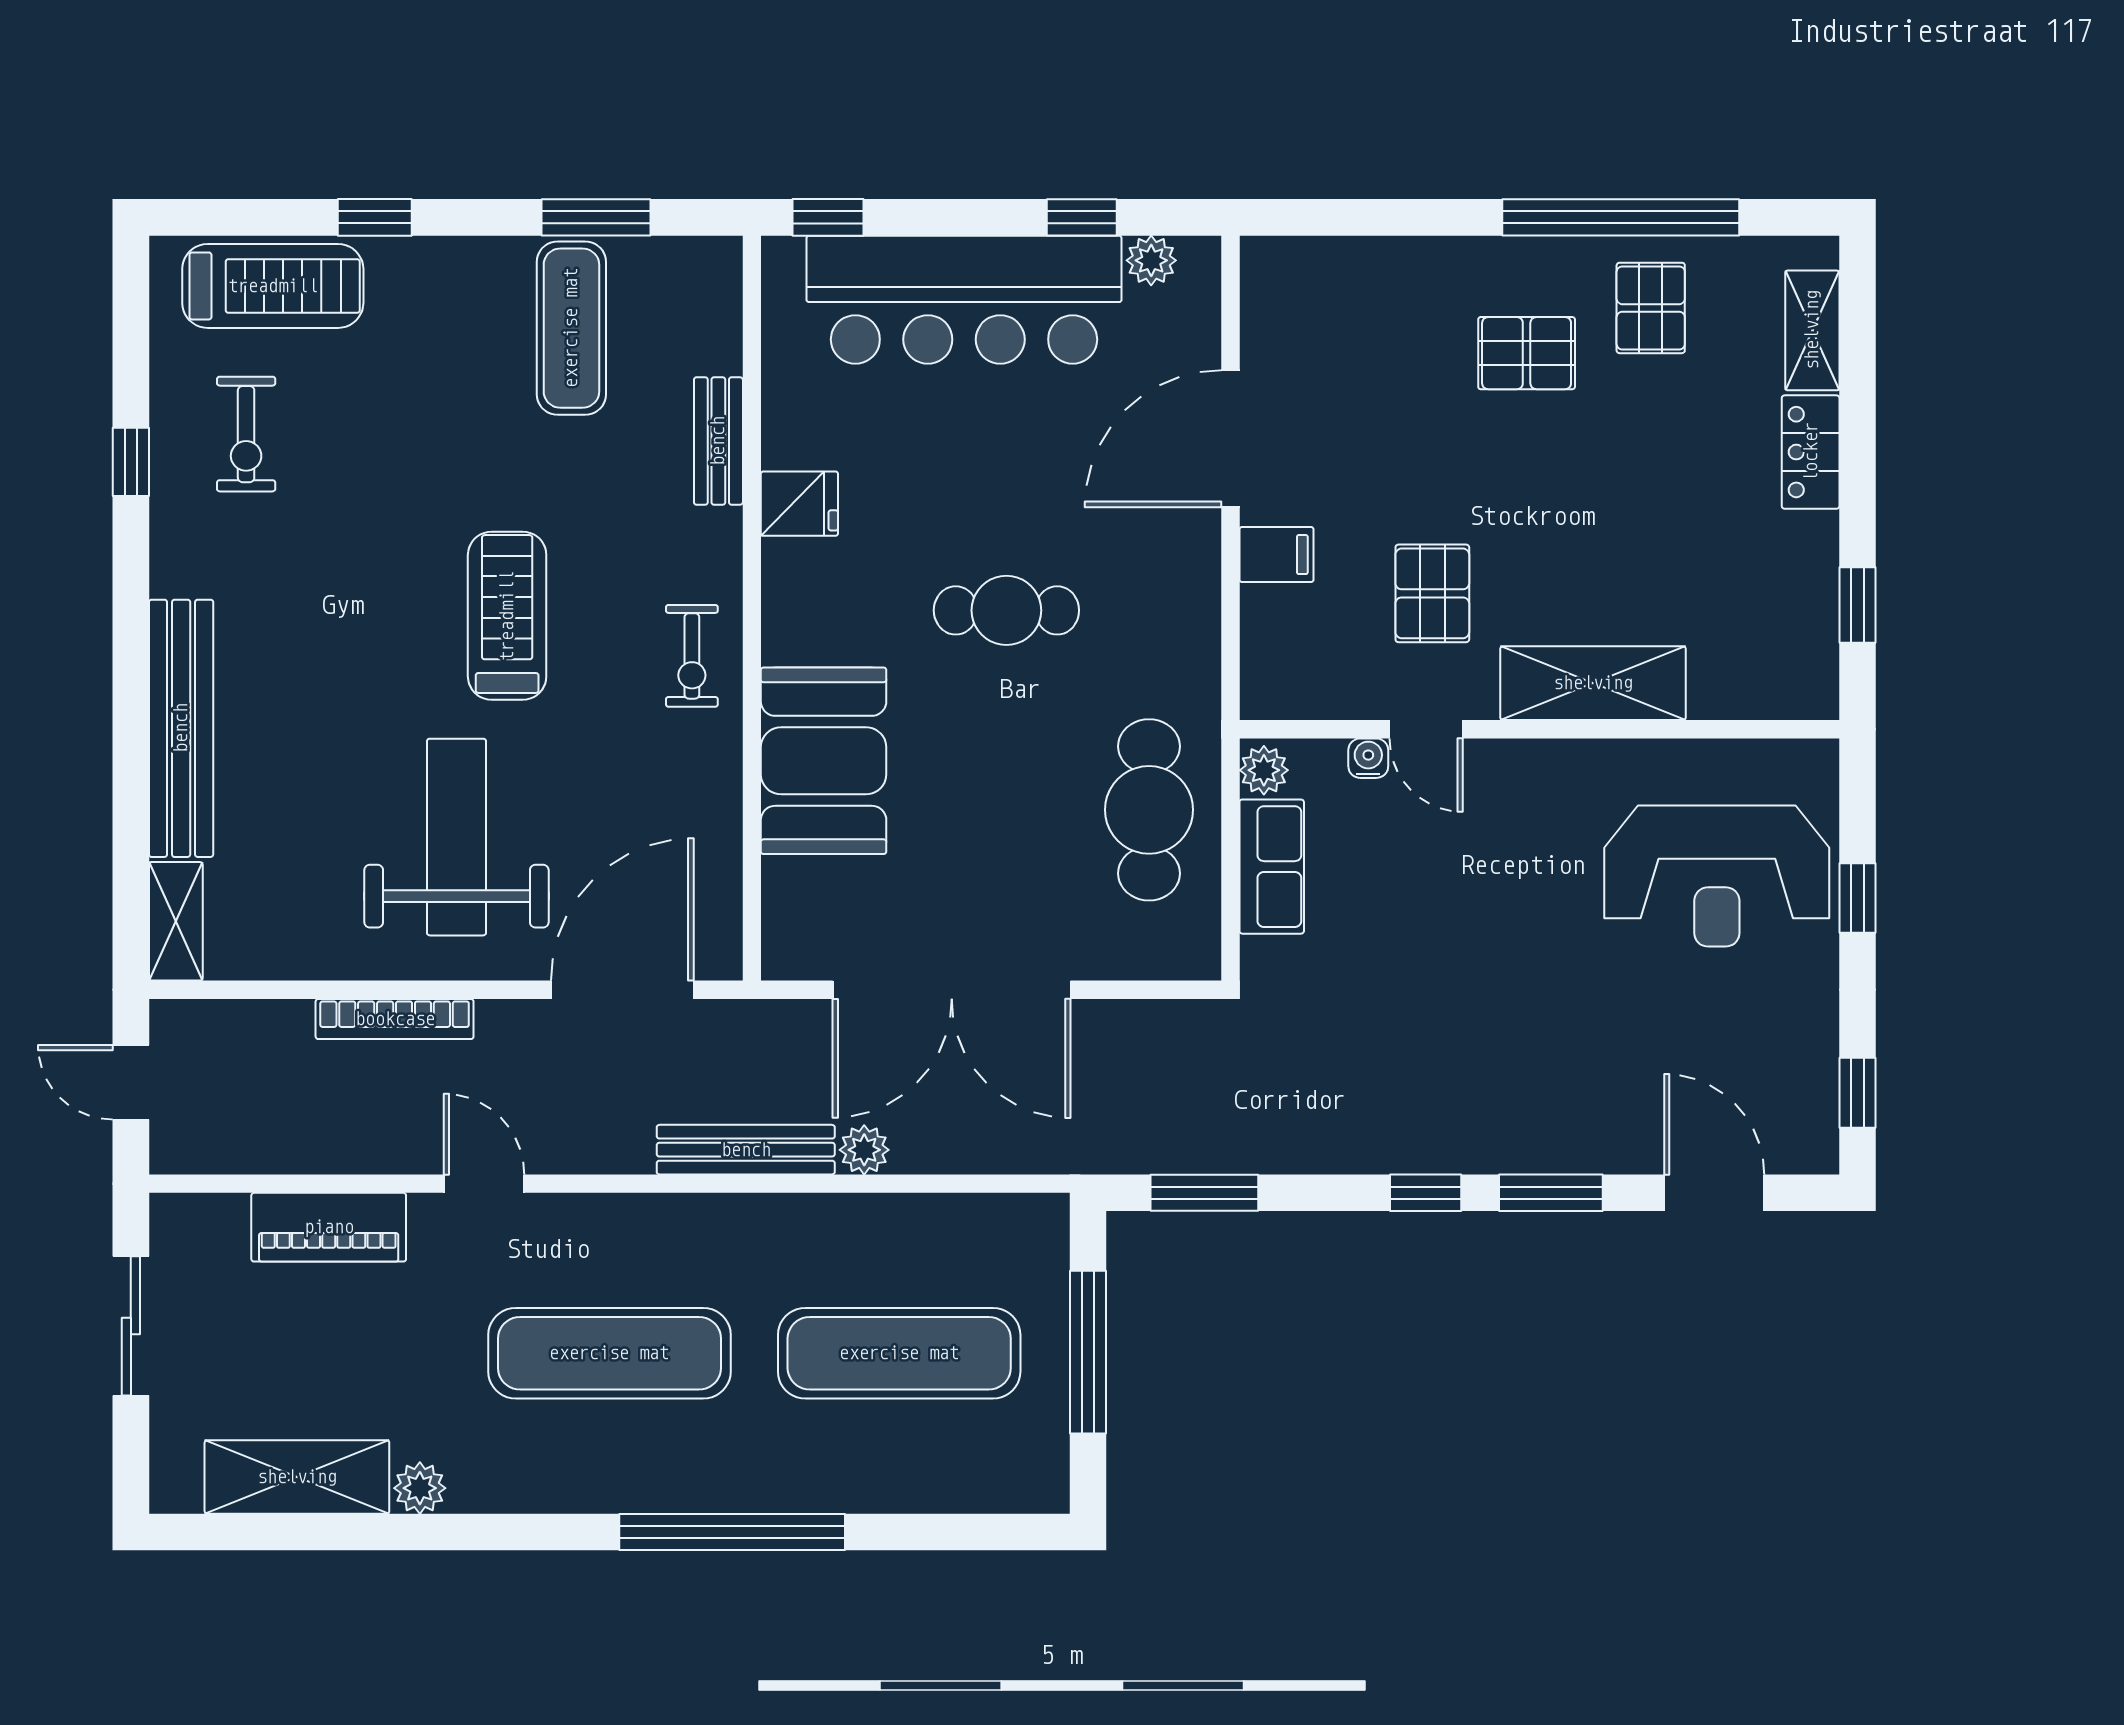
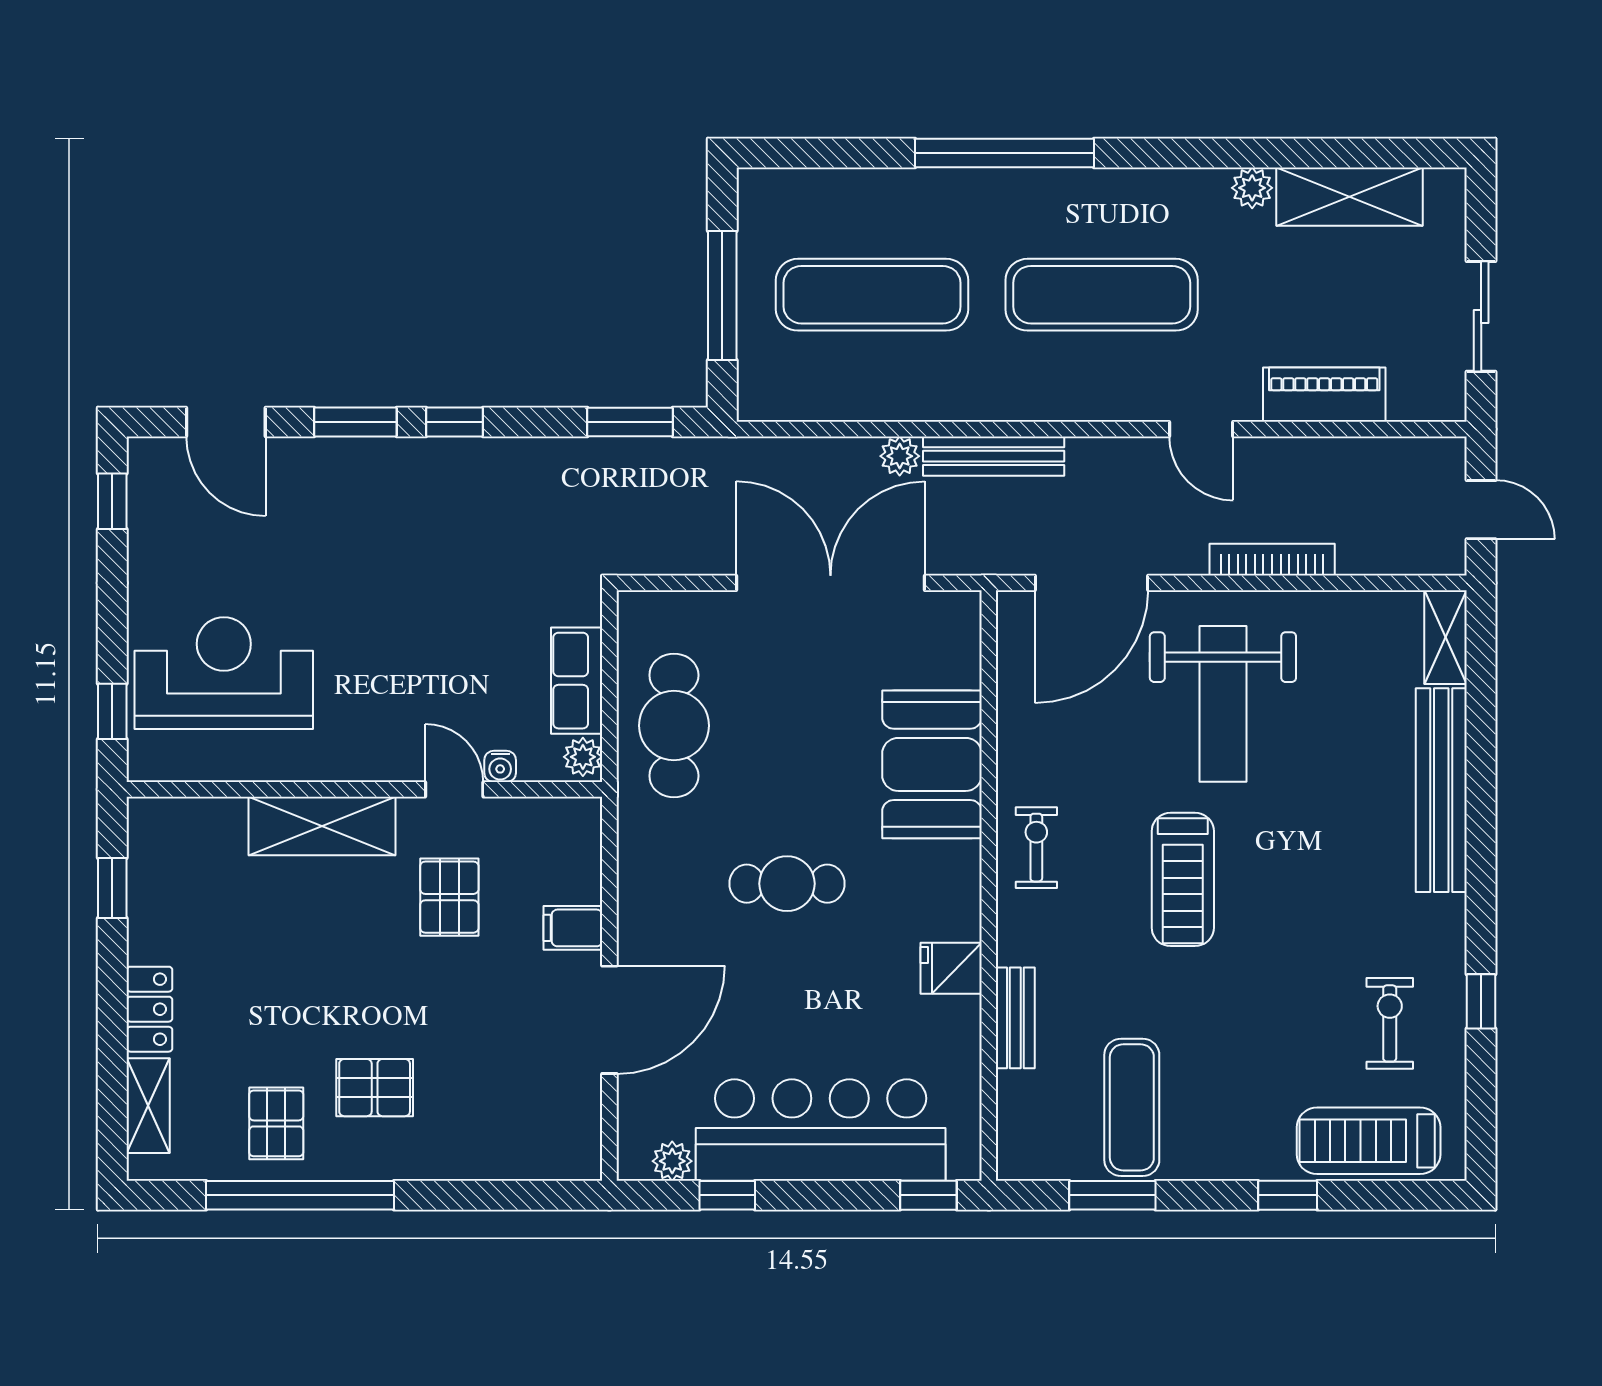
window: (1857, 898) -> (112, 711), moved

